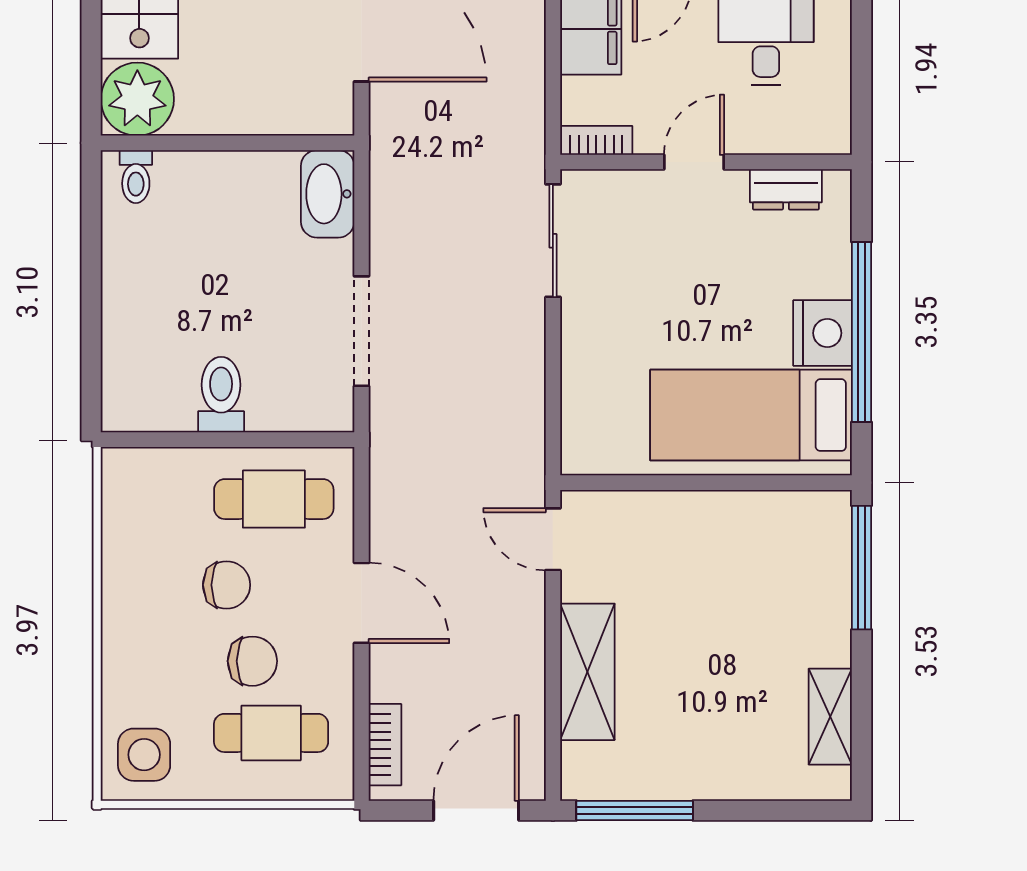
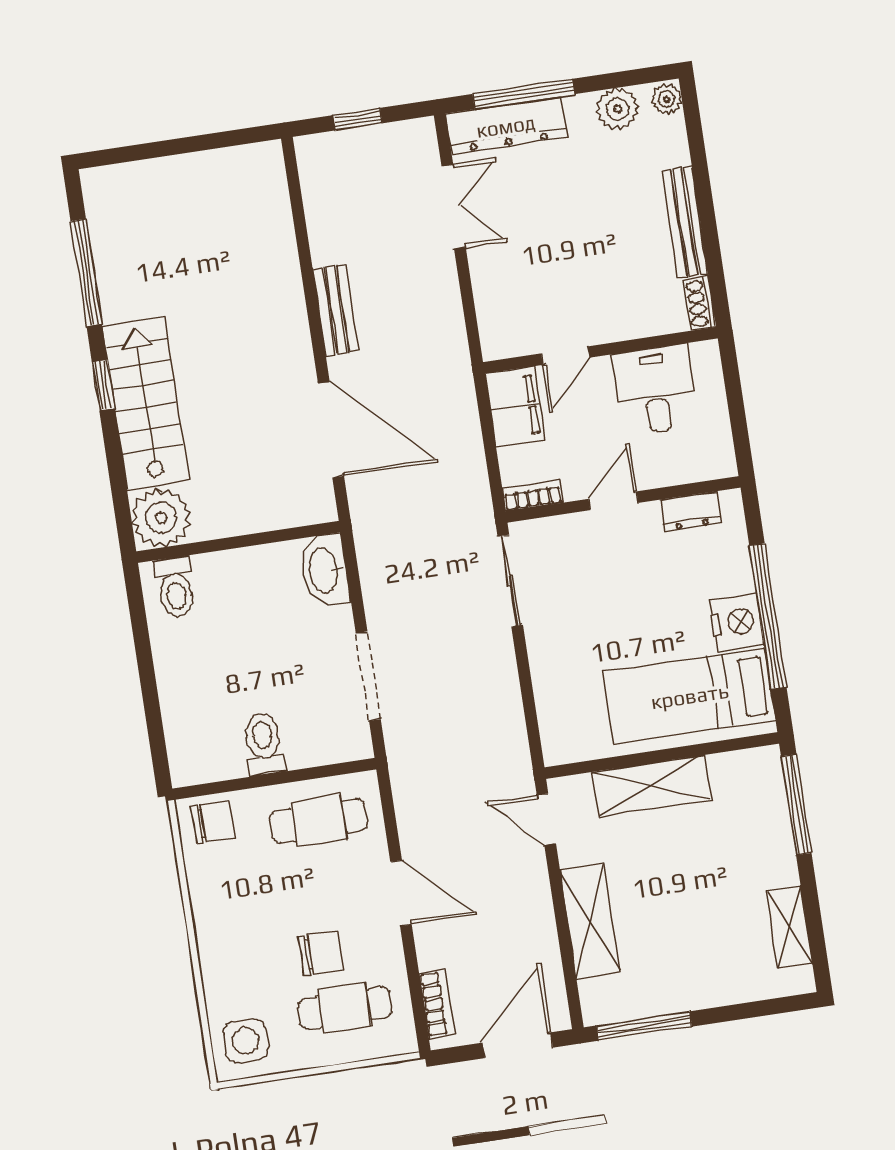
toilet: (136, 177) -> (175, 587), width x1.37, depth x1.39
shelving: (688, 518) -> (651, 786), added
chair: (227, 585) -> (213, 822), moved

